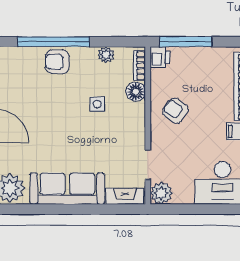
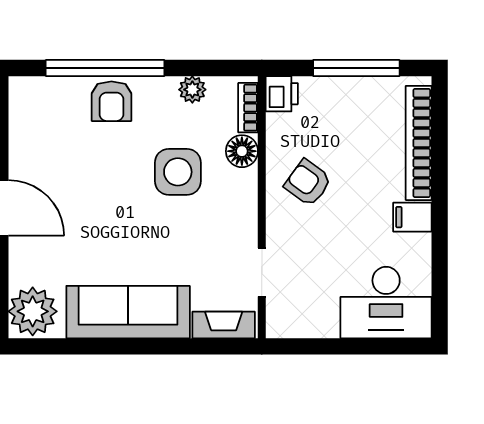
window: (186, 42) -> (356, 68), moved
armchair: (57, 62) -> (111, 101), turned -90
side table: (97, 104) -> (178, 172), width x1.87, depth x1.87
plant: (161, 193) -> (284, 320), removed

